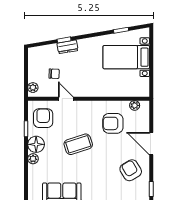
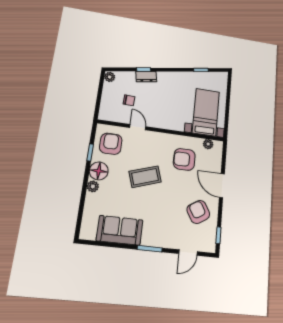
bed with nightstands: (126, 57) -> (206, 112), moved, turned 90
plant: (33, 88) -> (110, 77), moved

